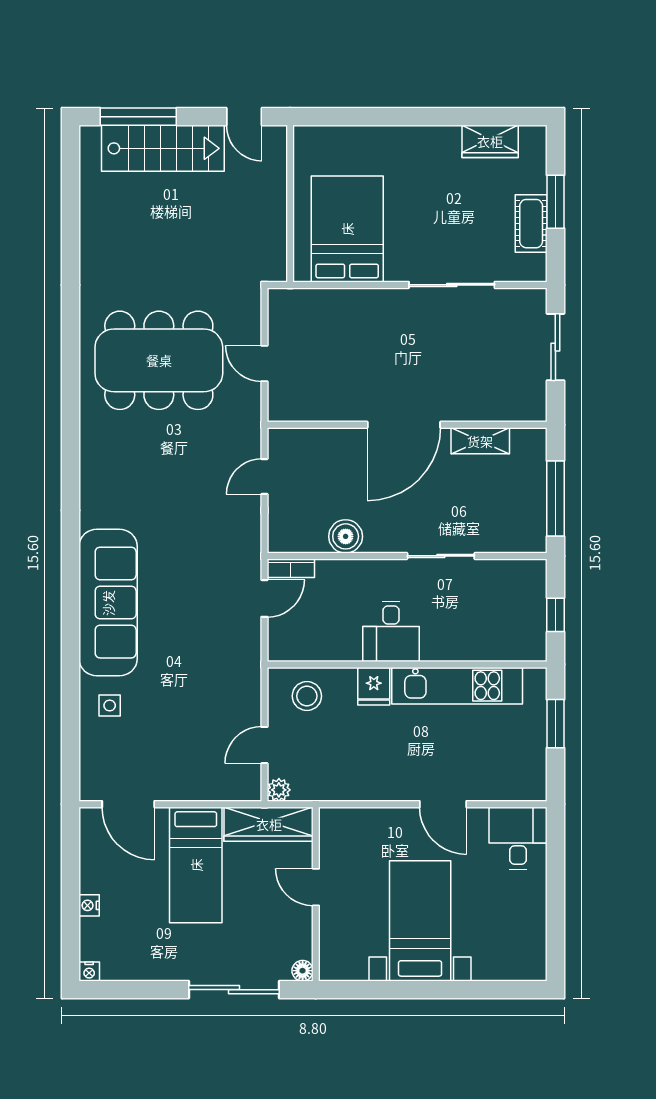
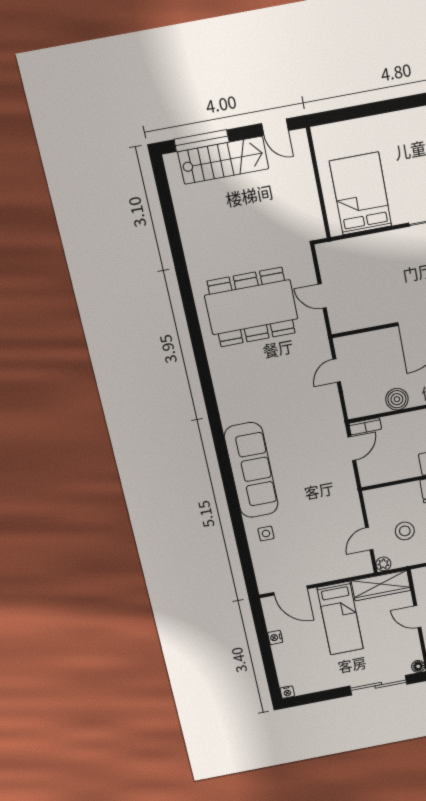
stool: (307, 696) -> (405, 531), moved
nightstand: (89, 905) -> (275, 637), moved

